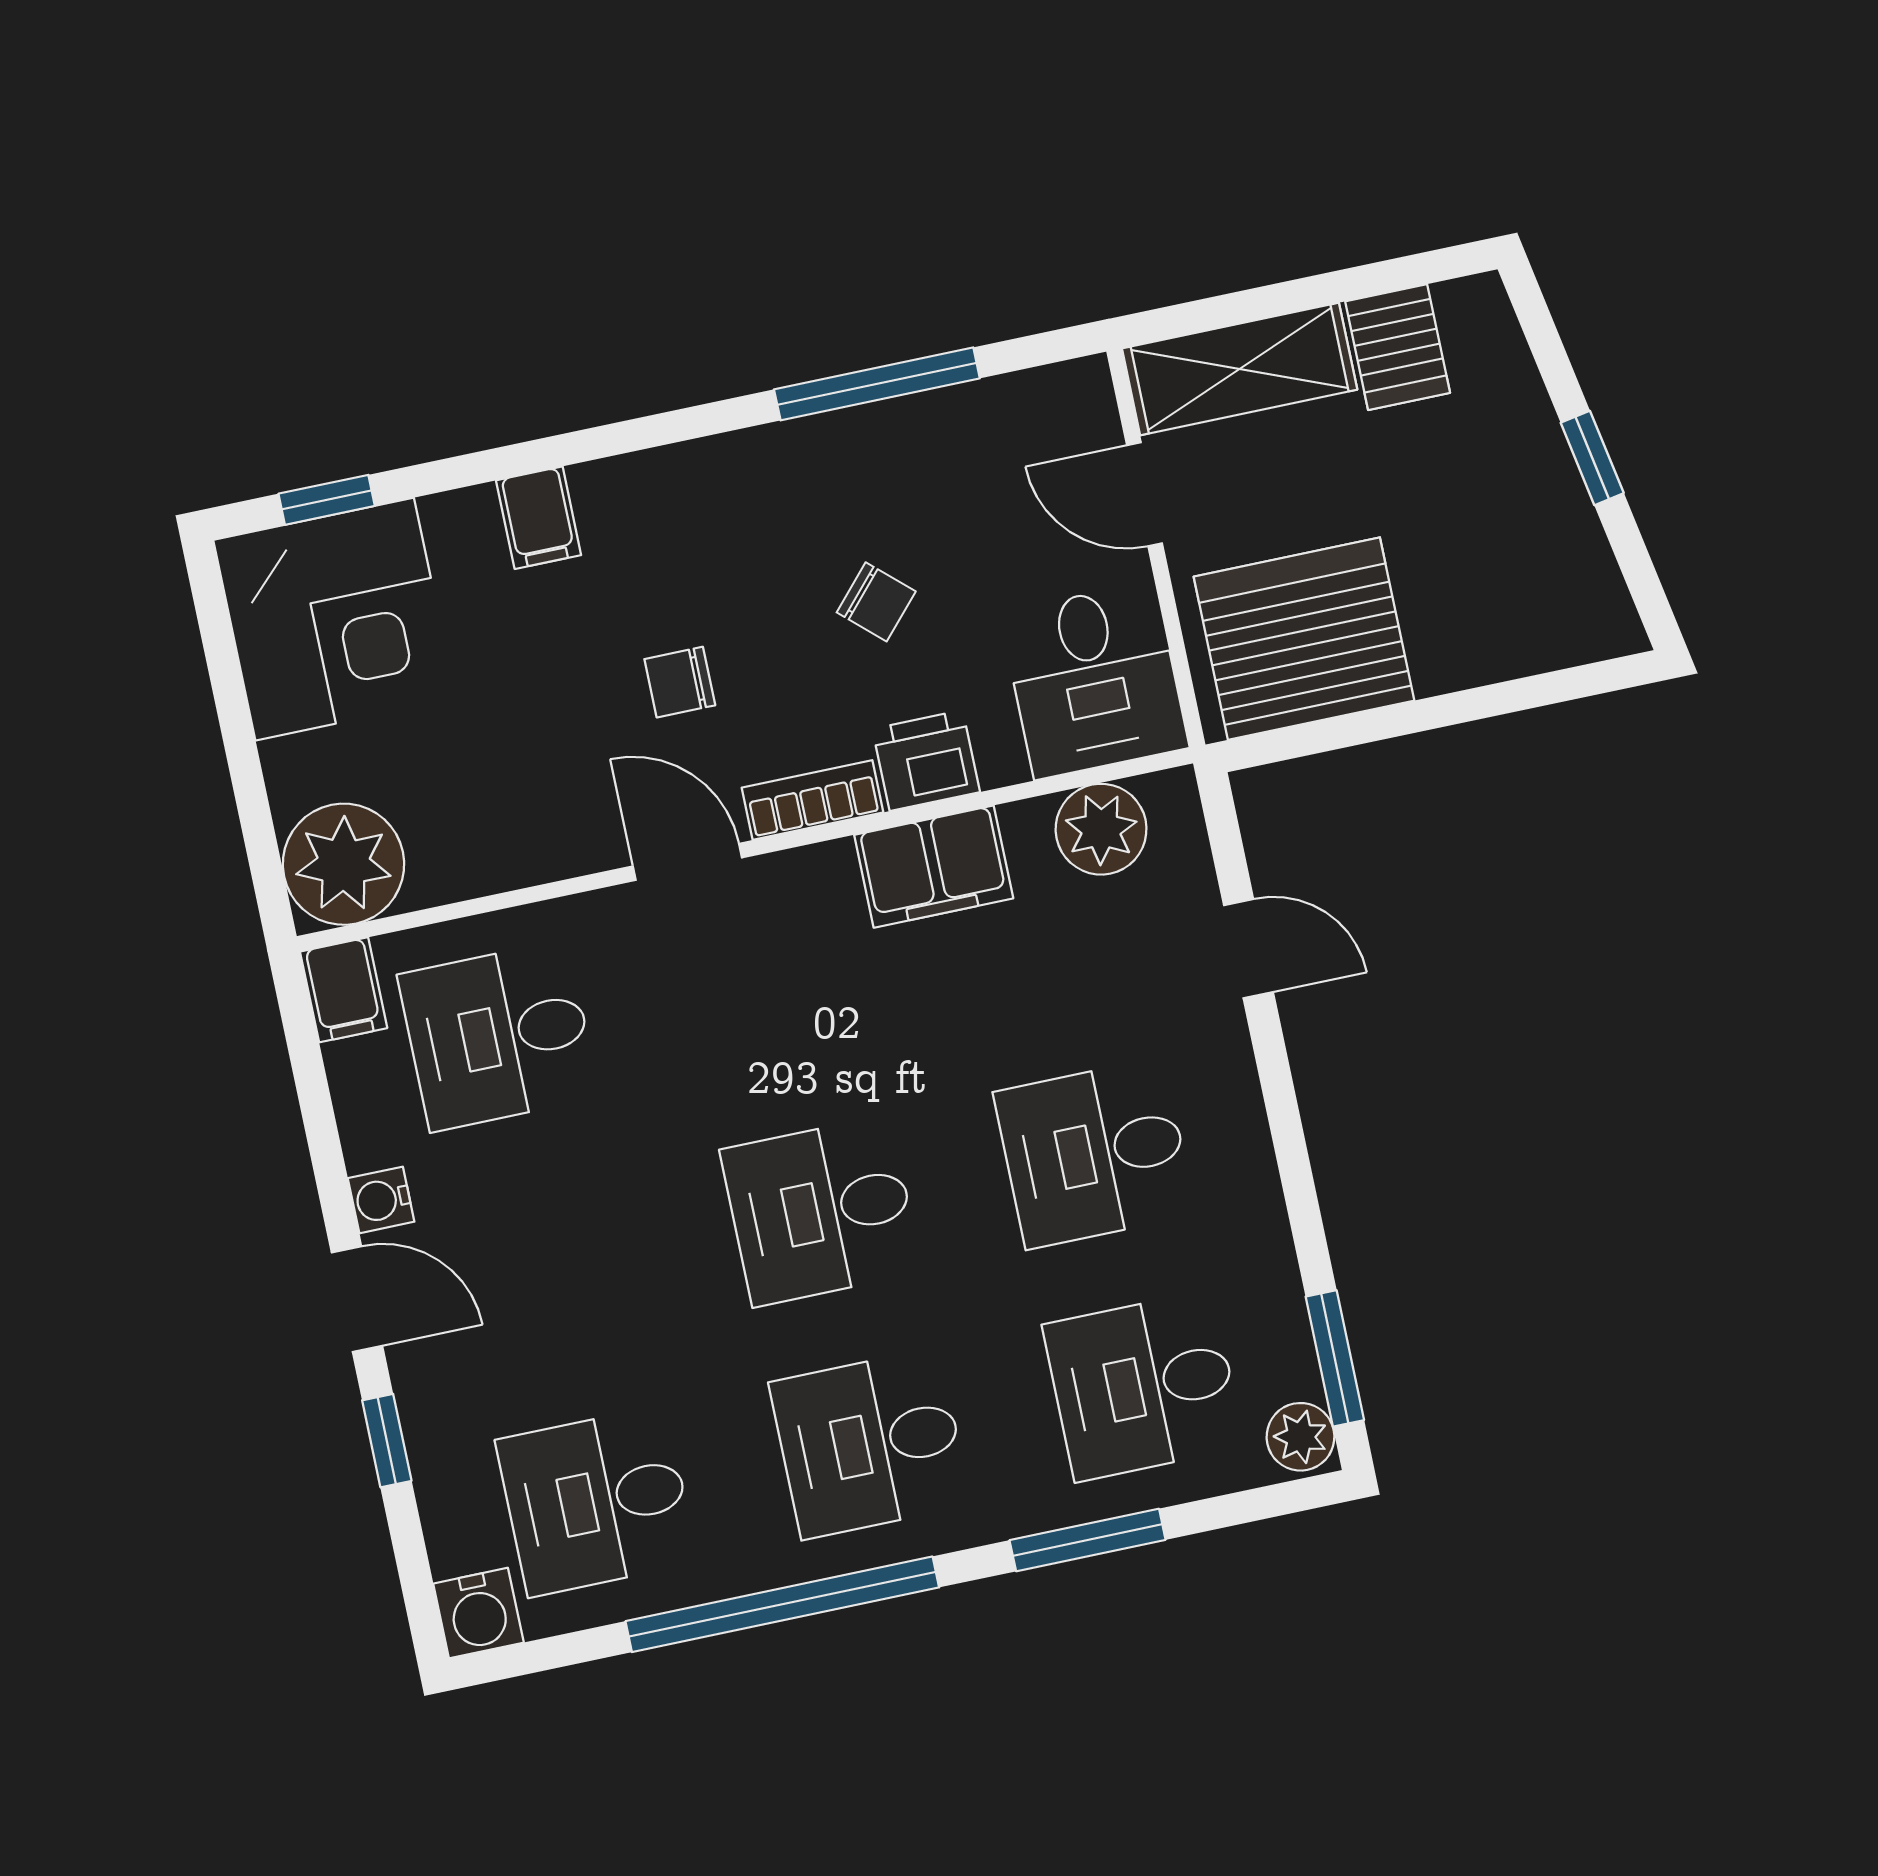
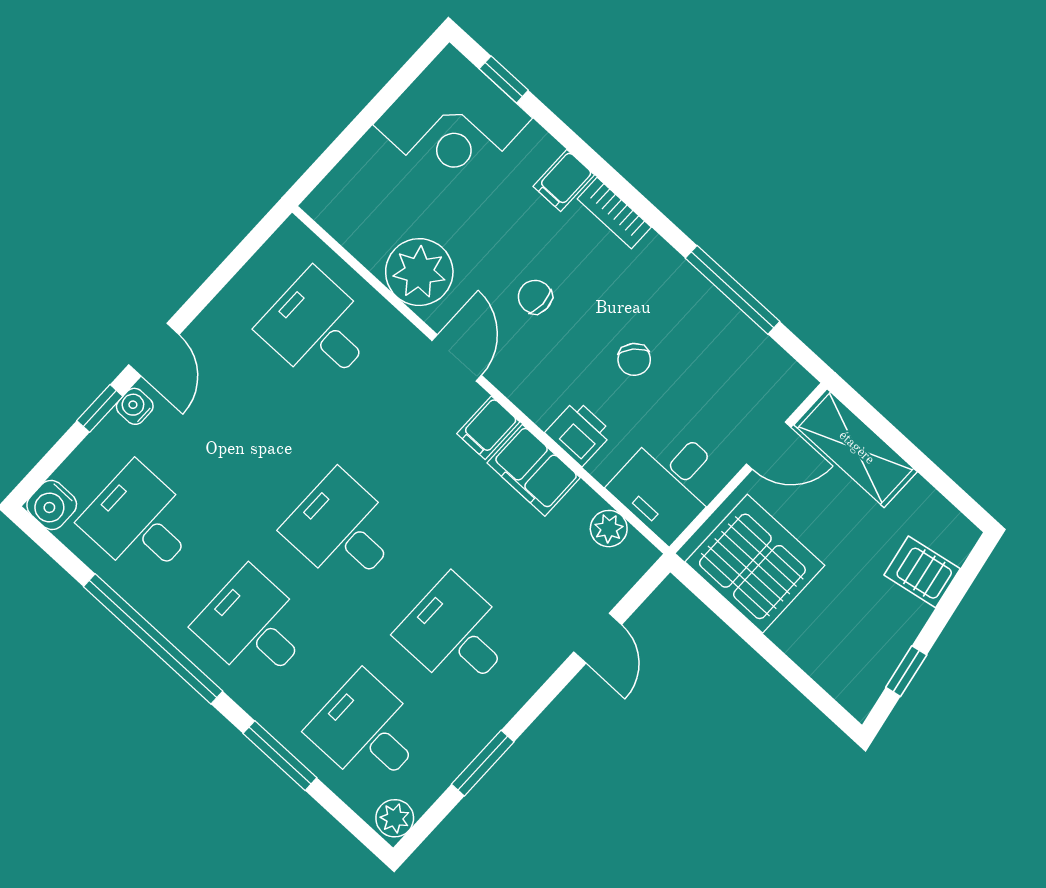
server rack: (1398, 347) -> (922, 572), moved, turned 80
window: (1592, 458) -> (906, 671), moved
door: (1145, 494) -> (769, 446), swing flipped
bookcase: (812, 800) -> (614, 213), moved, turned 180
plant: (1101, 829) -> (609, 529), width x0.73, depth x0.73
plant: (344, 864) -> (419, 272), moved
filing cabinet: (344, 990) -> (488, 428), moved
water cooler: (381, 1200) -> (135, 406), moved
window: (1335, 1358) -> (483, 763), moved

